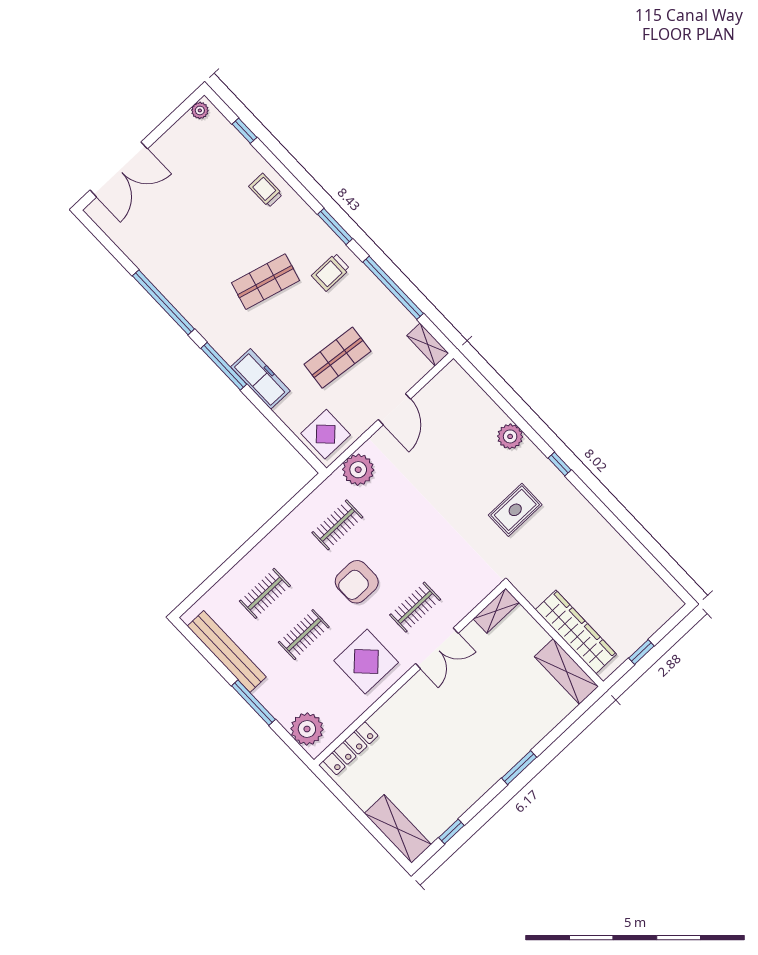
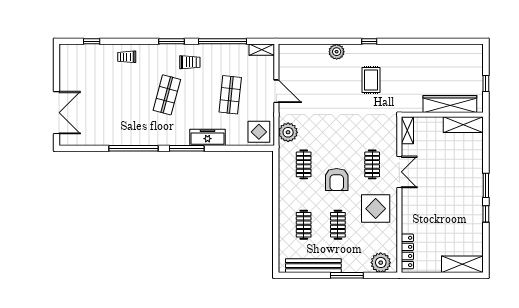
plant: (200, 110) -> (64, 53), removed
trolley: (331, 272) -> (190, 62), turned -90
window: (451, 832) -> (486, 214), moved

